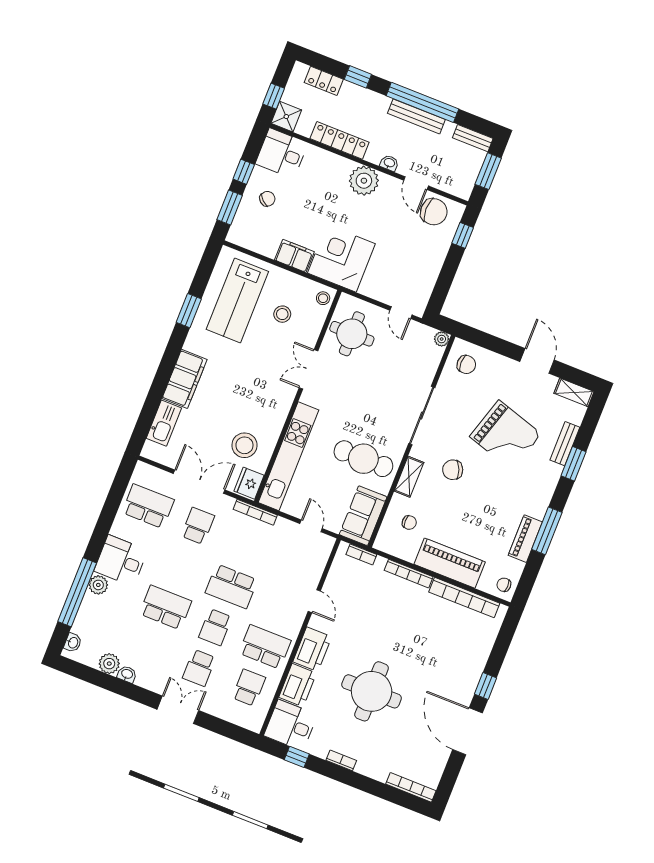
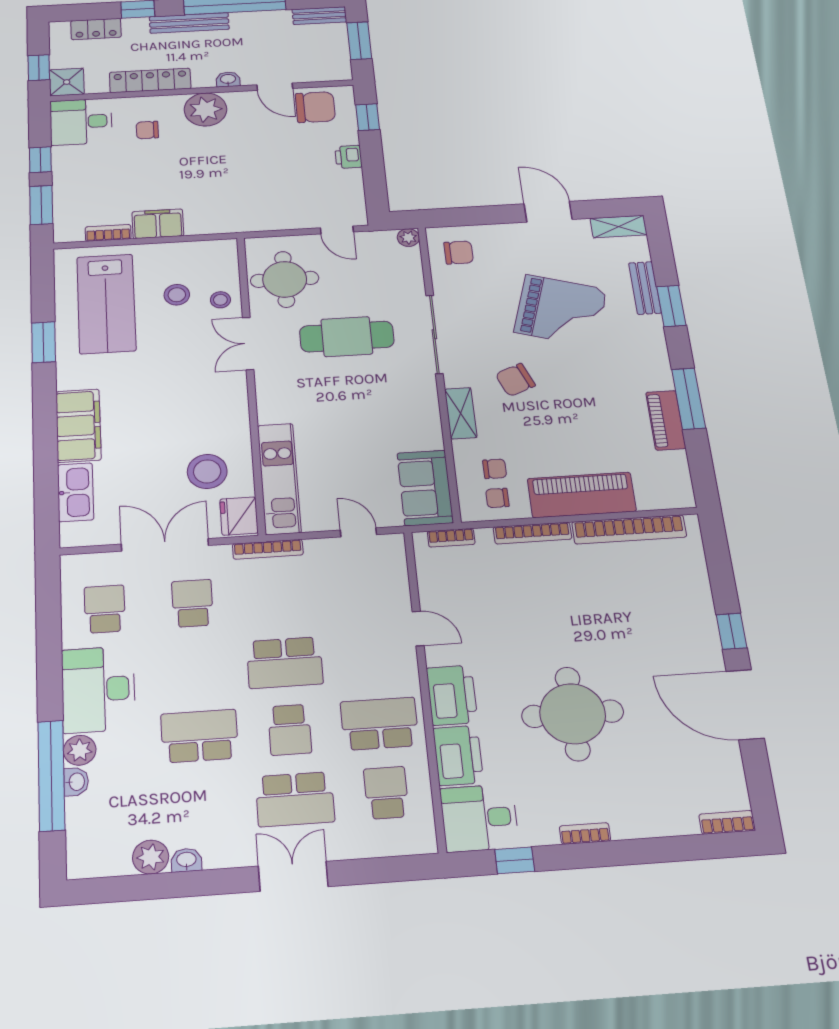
bench: (416, 116) -> (189, 23), moved
chair: (267, 199) -> (147, 130), moved, turned -132
bookcase: (261, 248) -> (108, 233), added
corner desk: (341, 258) -> (223, 202), removed
printer: (435, 261) -> (348, 157), added
stool: (323, 298) -> (220, 300), moved
kitchen unit: (289, 456) -> (279, 479), width x0.73
cafe table: (363, 459) -> (347, 337), moved
school desk: (148, 506) -> (105, 609), width x0.54
desk: (121, 561) -> (98, 689), width x1.37
chair: (504, 585) -> (497, 498), moved
washbasin: (73, 643) -> (76, 782), moved
school desk: (199, 668) -> (295, 799), width x1.85
bookcase: (411, 787) -> (727, 822), width x0.64

